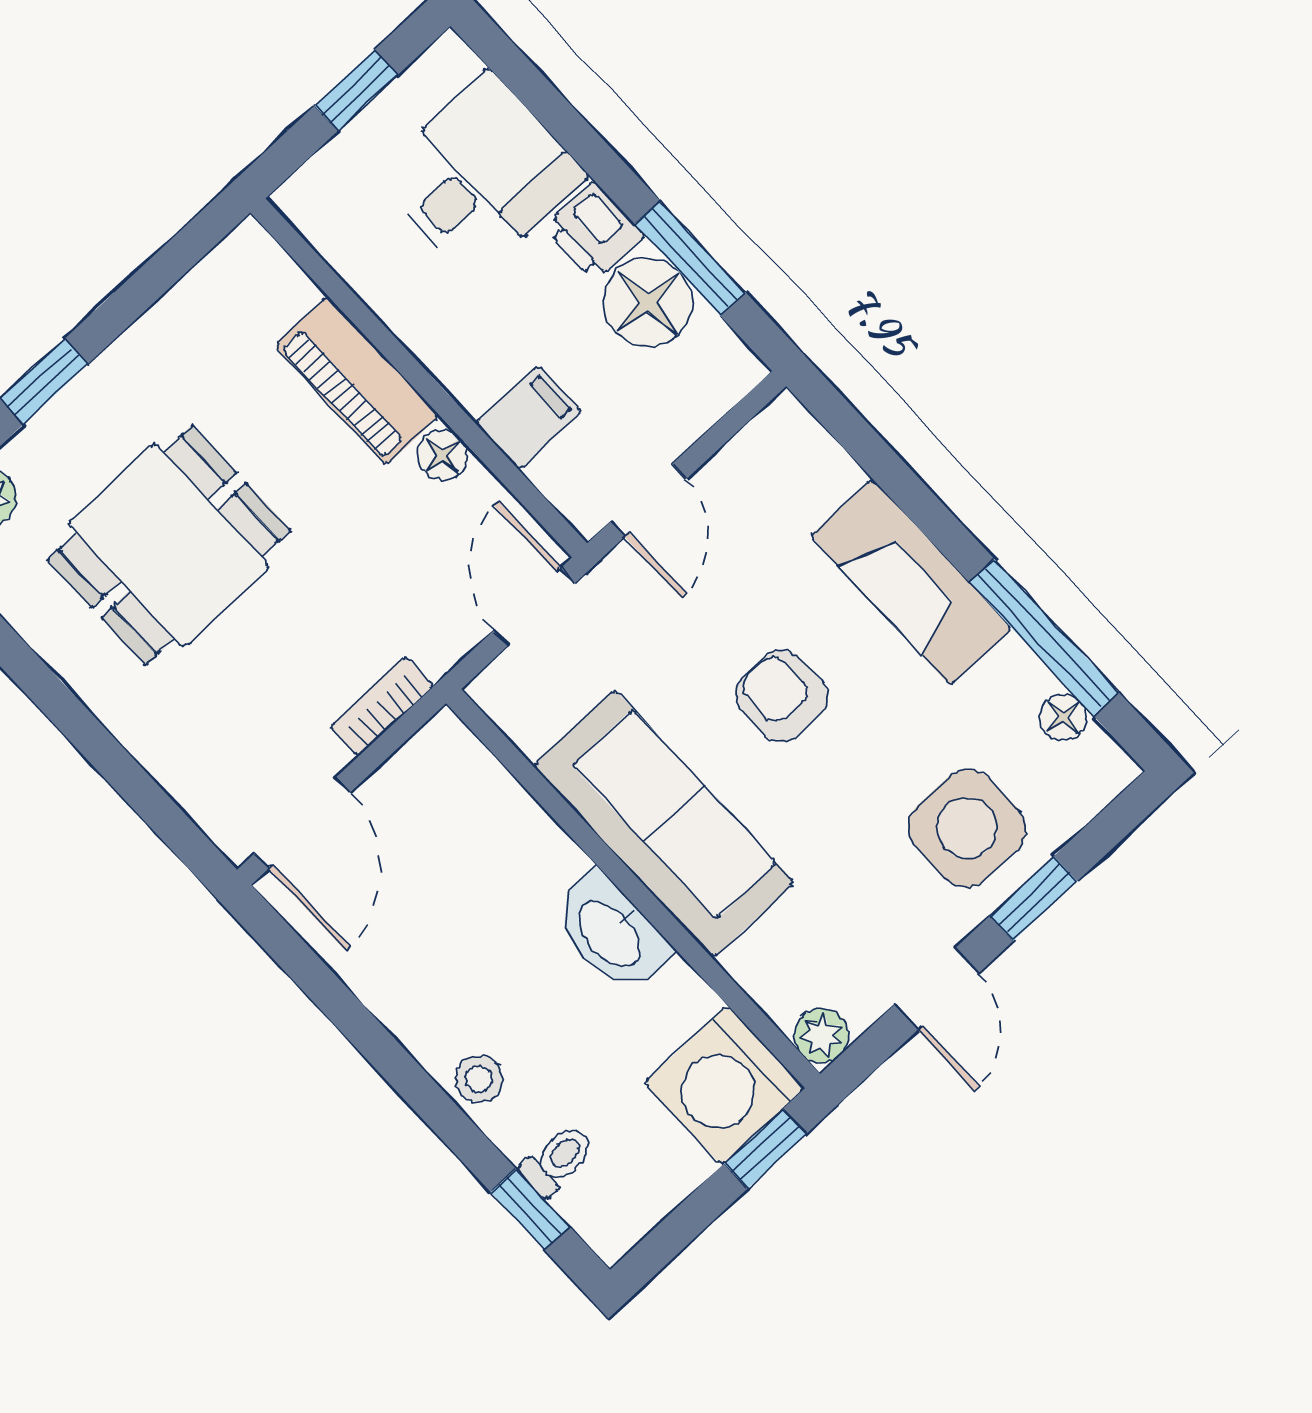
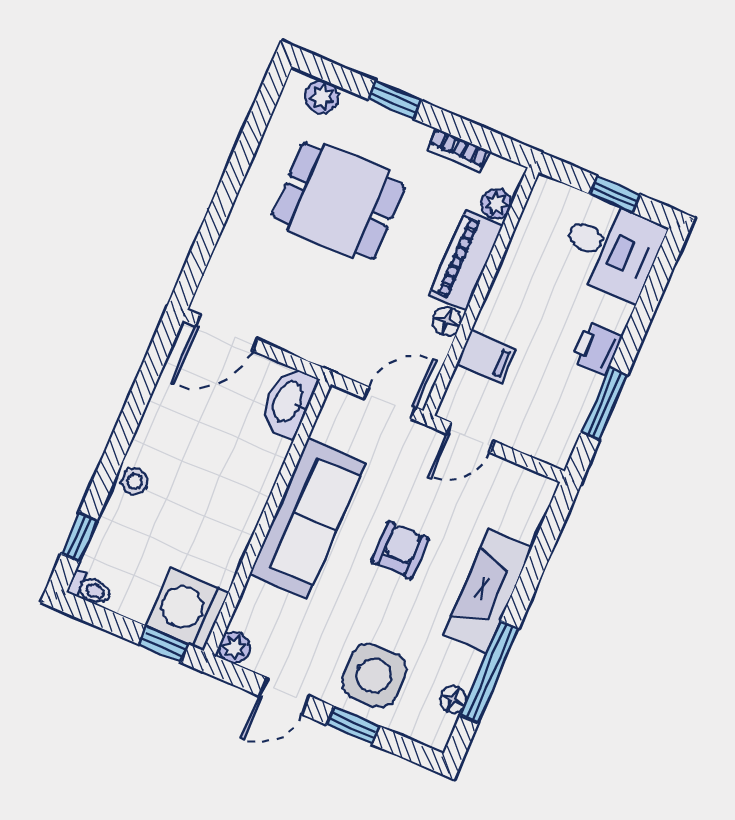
desk: (481, 176) -> (611, 249), moved
plant: (287, 290) -> (496, 204), added
floor lamp: (648, 302) -> (572, 392), removed
bookcase: (382, 706) -> (458, 150), moved, turned 180
washbasin: (611, 933) -> (288, 402), moved
toilet: (557, 1160) -> (90, 589), moved

